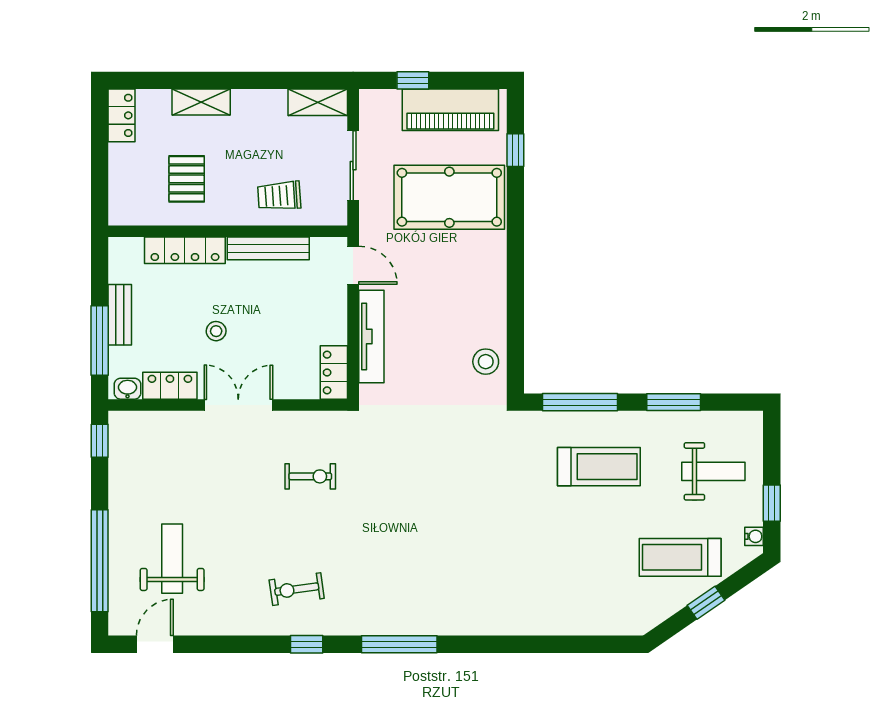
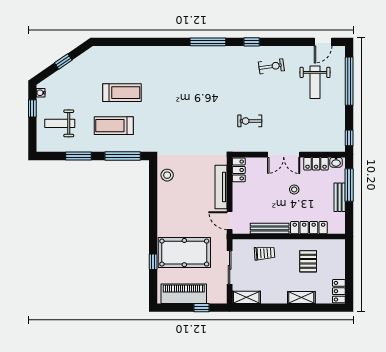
window: (515, 150) -> (153, 262), moved
treadmill: (680, 557) -> (122, 93), moved
exercise bike: (297, 589) -> (271, 66), moved

